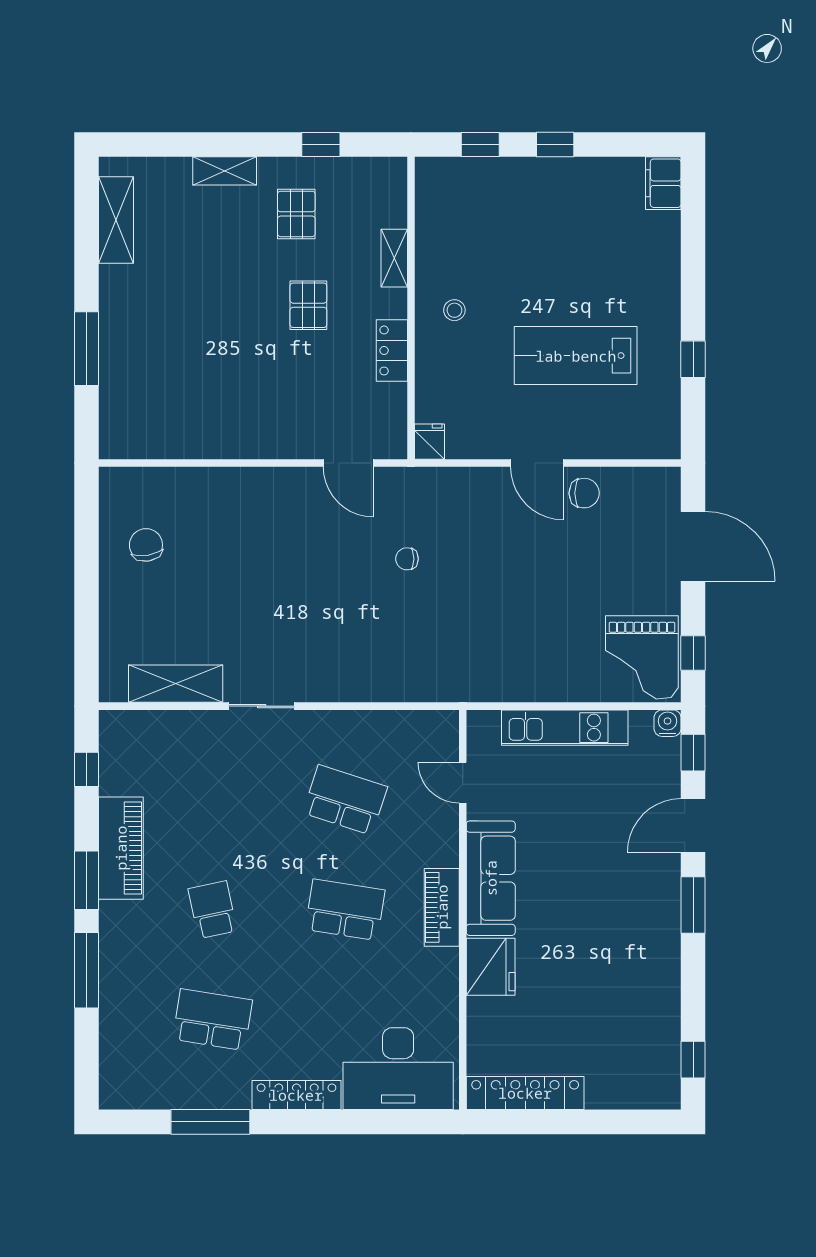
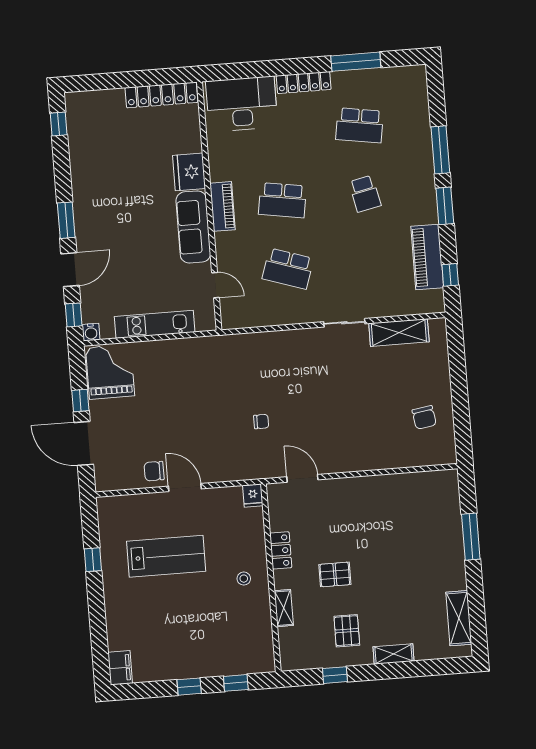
pallet: (308, 305) -> (335, 574), turned 90
window: (693, 653) -> (80, 400), moved
piano: (121, 848) -> (427, 257), moved

